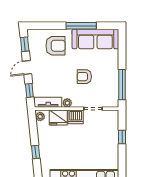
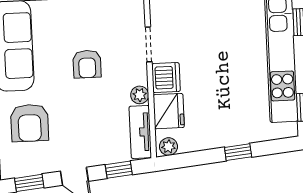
armchair: (55, 46) -> (30, 123), turned 180

